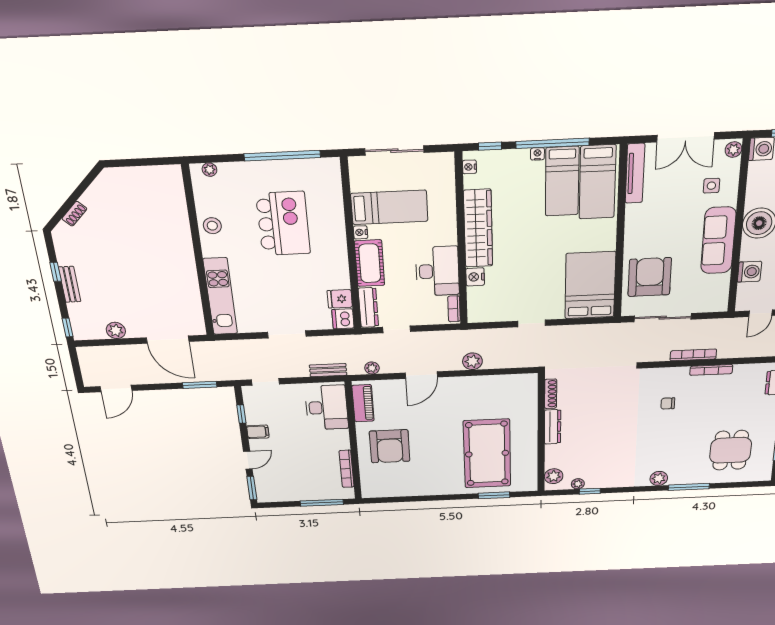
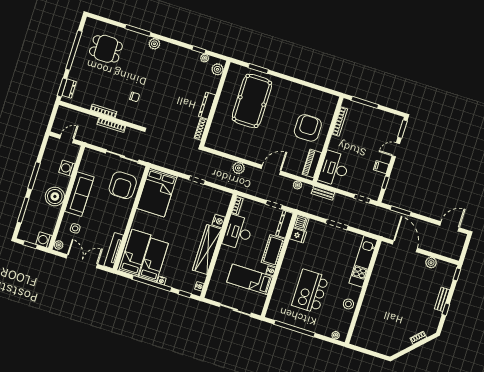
dining table: (731, 450) -> (106, 49), turned 90

